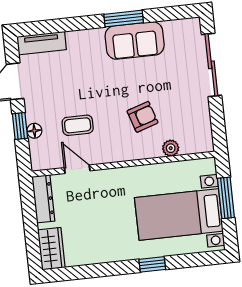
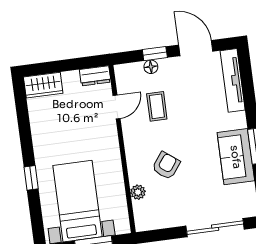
tv unit: (42, 43) -> (233, 80), width x1.41
armchair: (143, 117) -> (166, 166), turned -125
dresser: (43, 199) -> (95, 76), width x0.70

